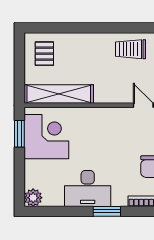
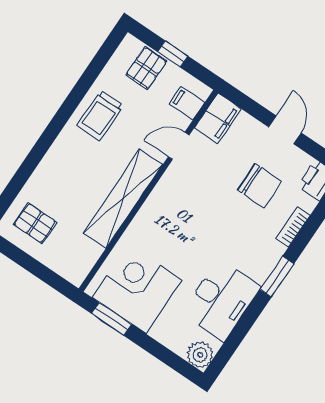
shelving: (59, 94) -> (123, 199), moved
desk: (88, 188) -> (221, 300), moved

